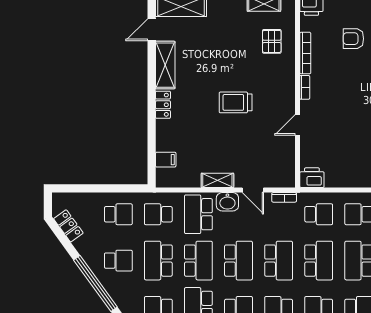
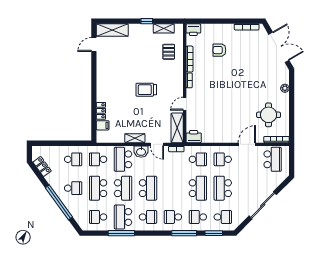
shelving: (165, 65) -> (177, 128), moved
locker: (163, 105) -> (101, 111), moved
school desk: (279, 261) -> (173, 188), removed

